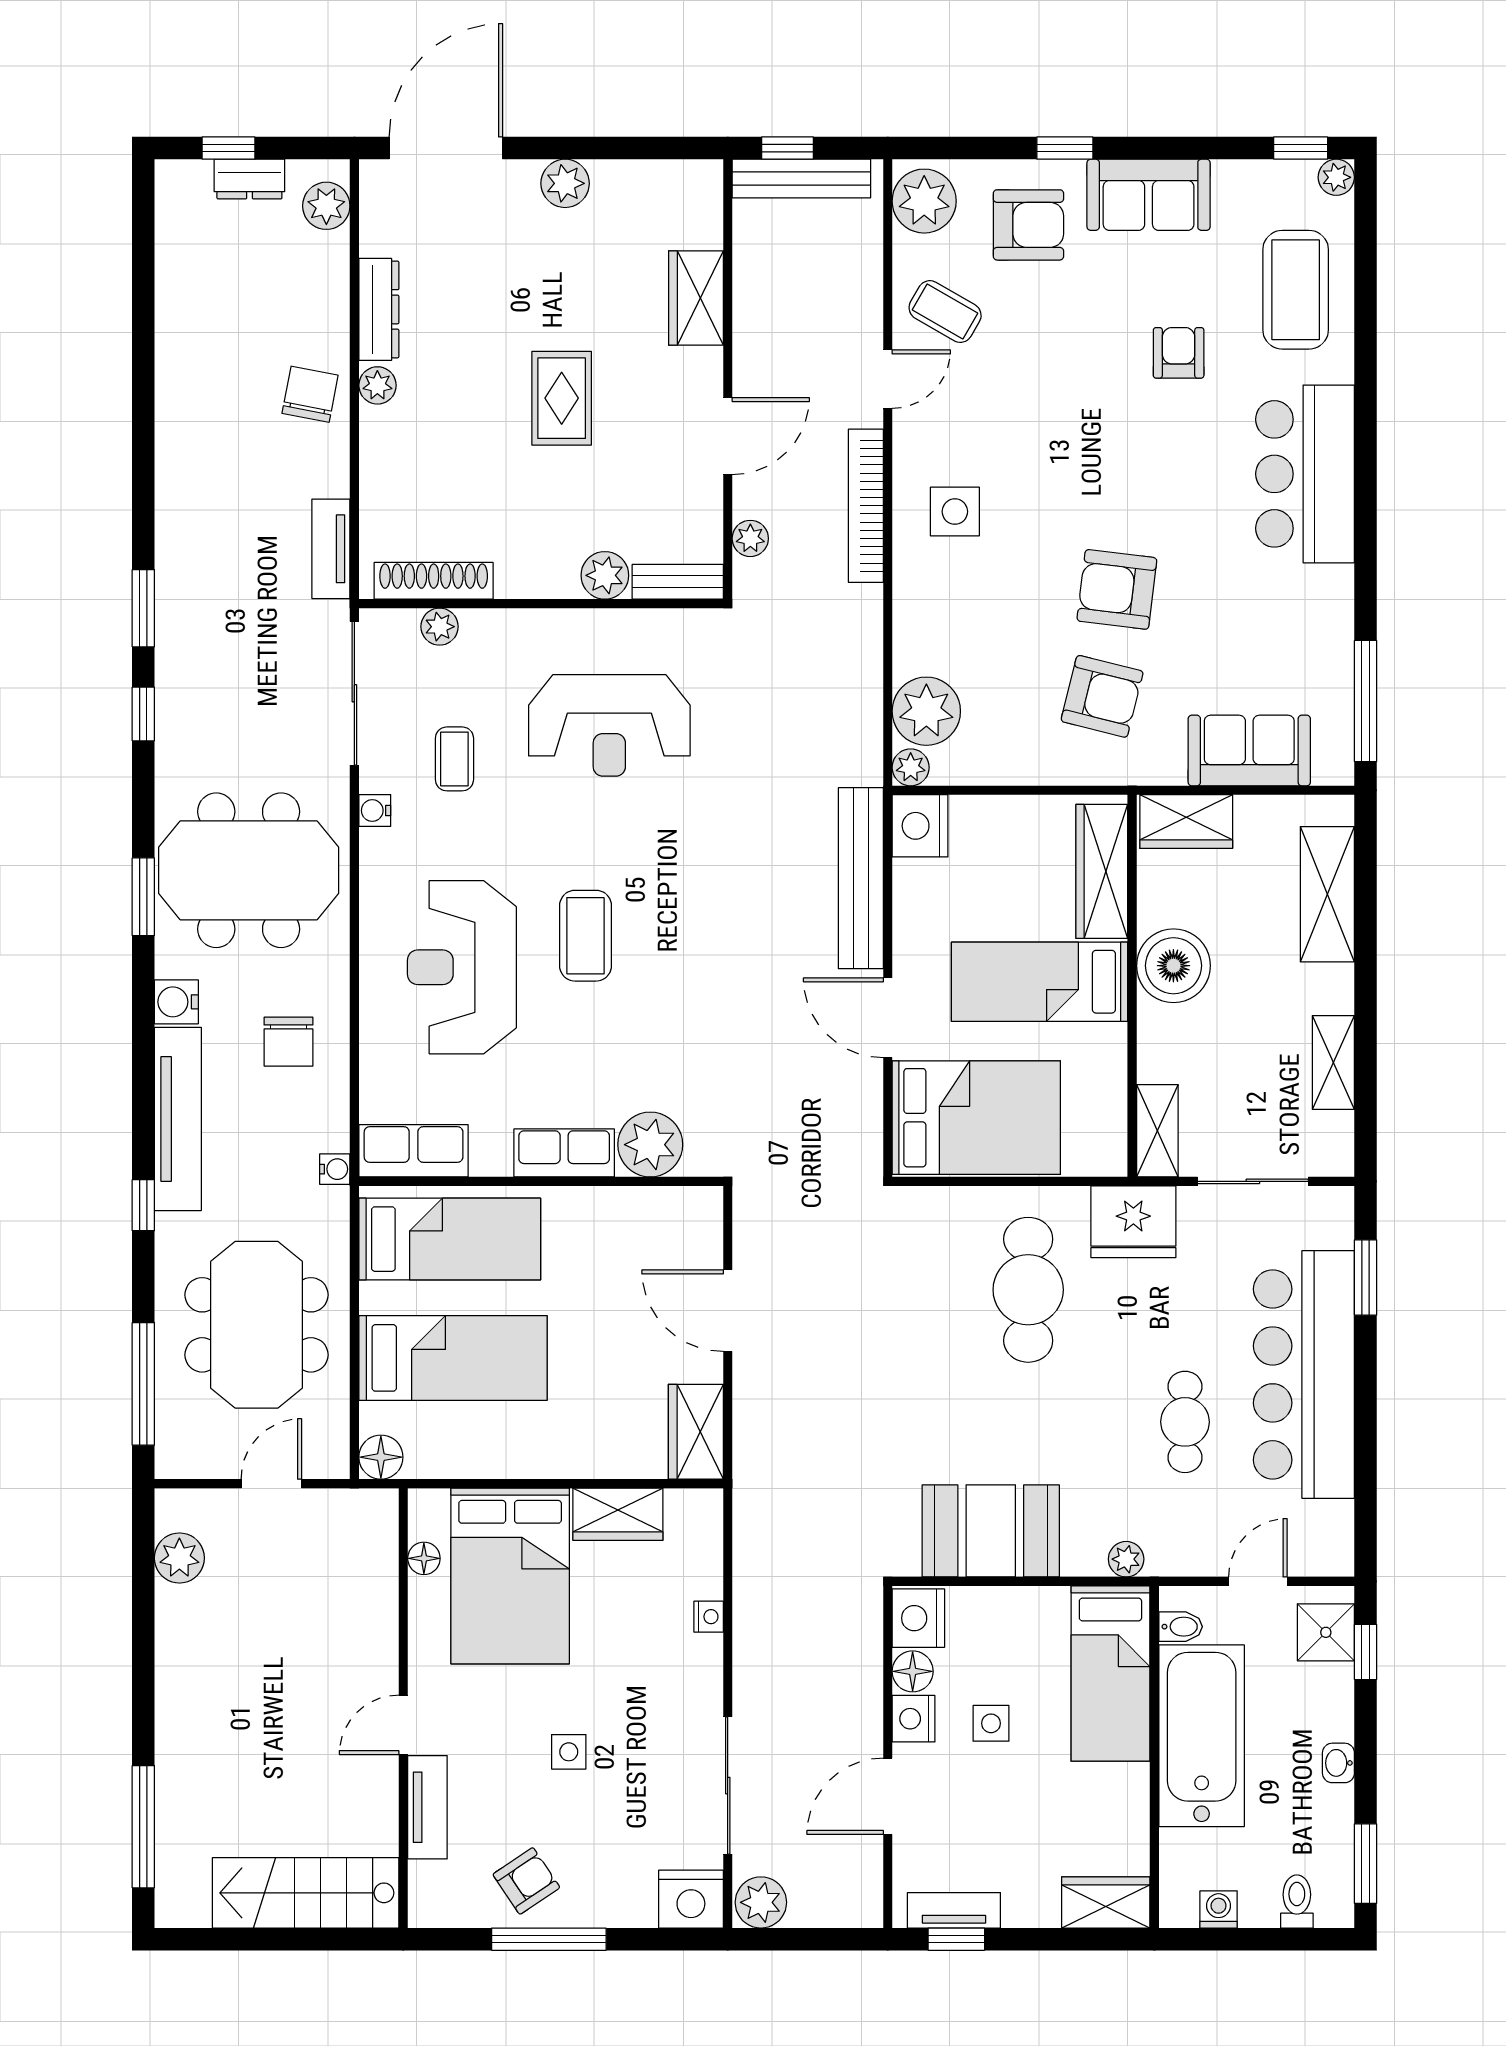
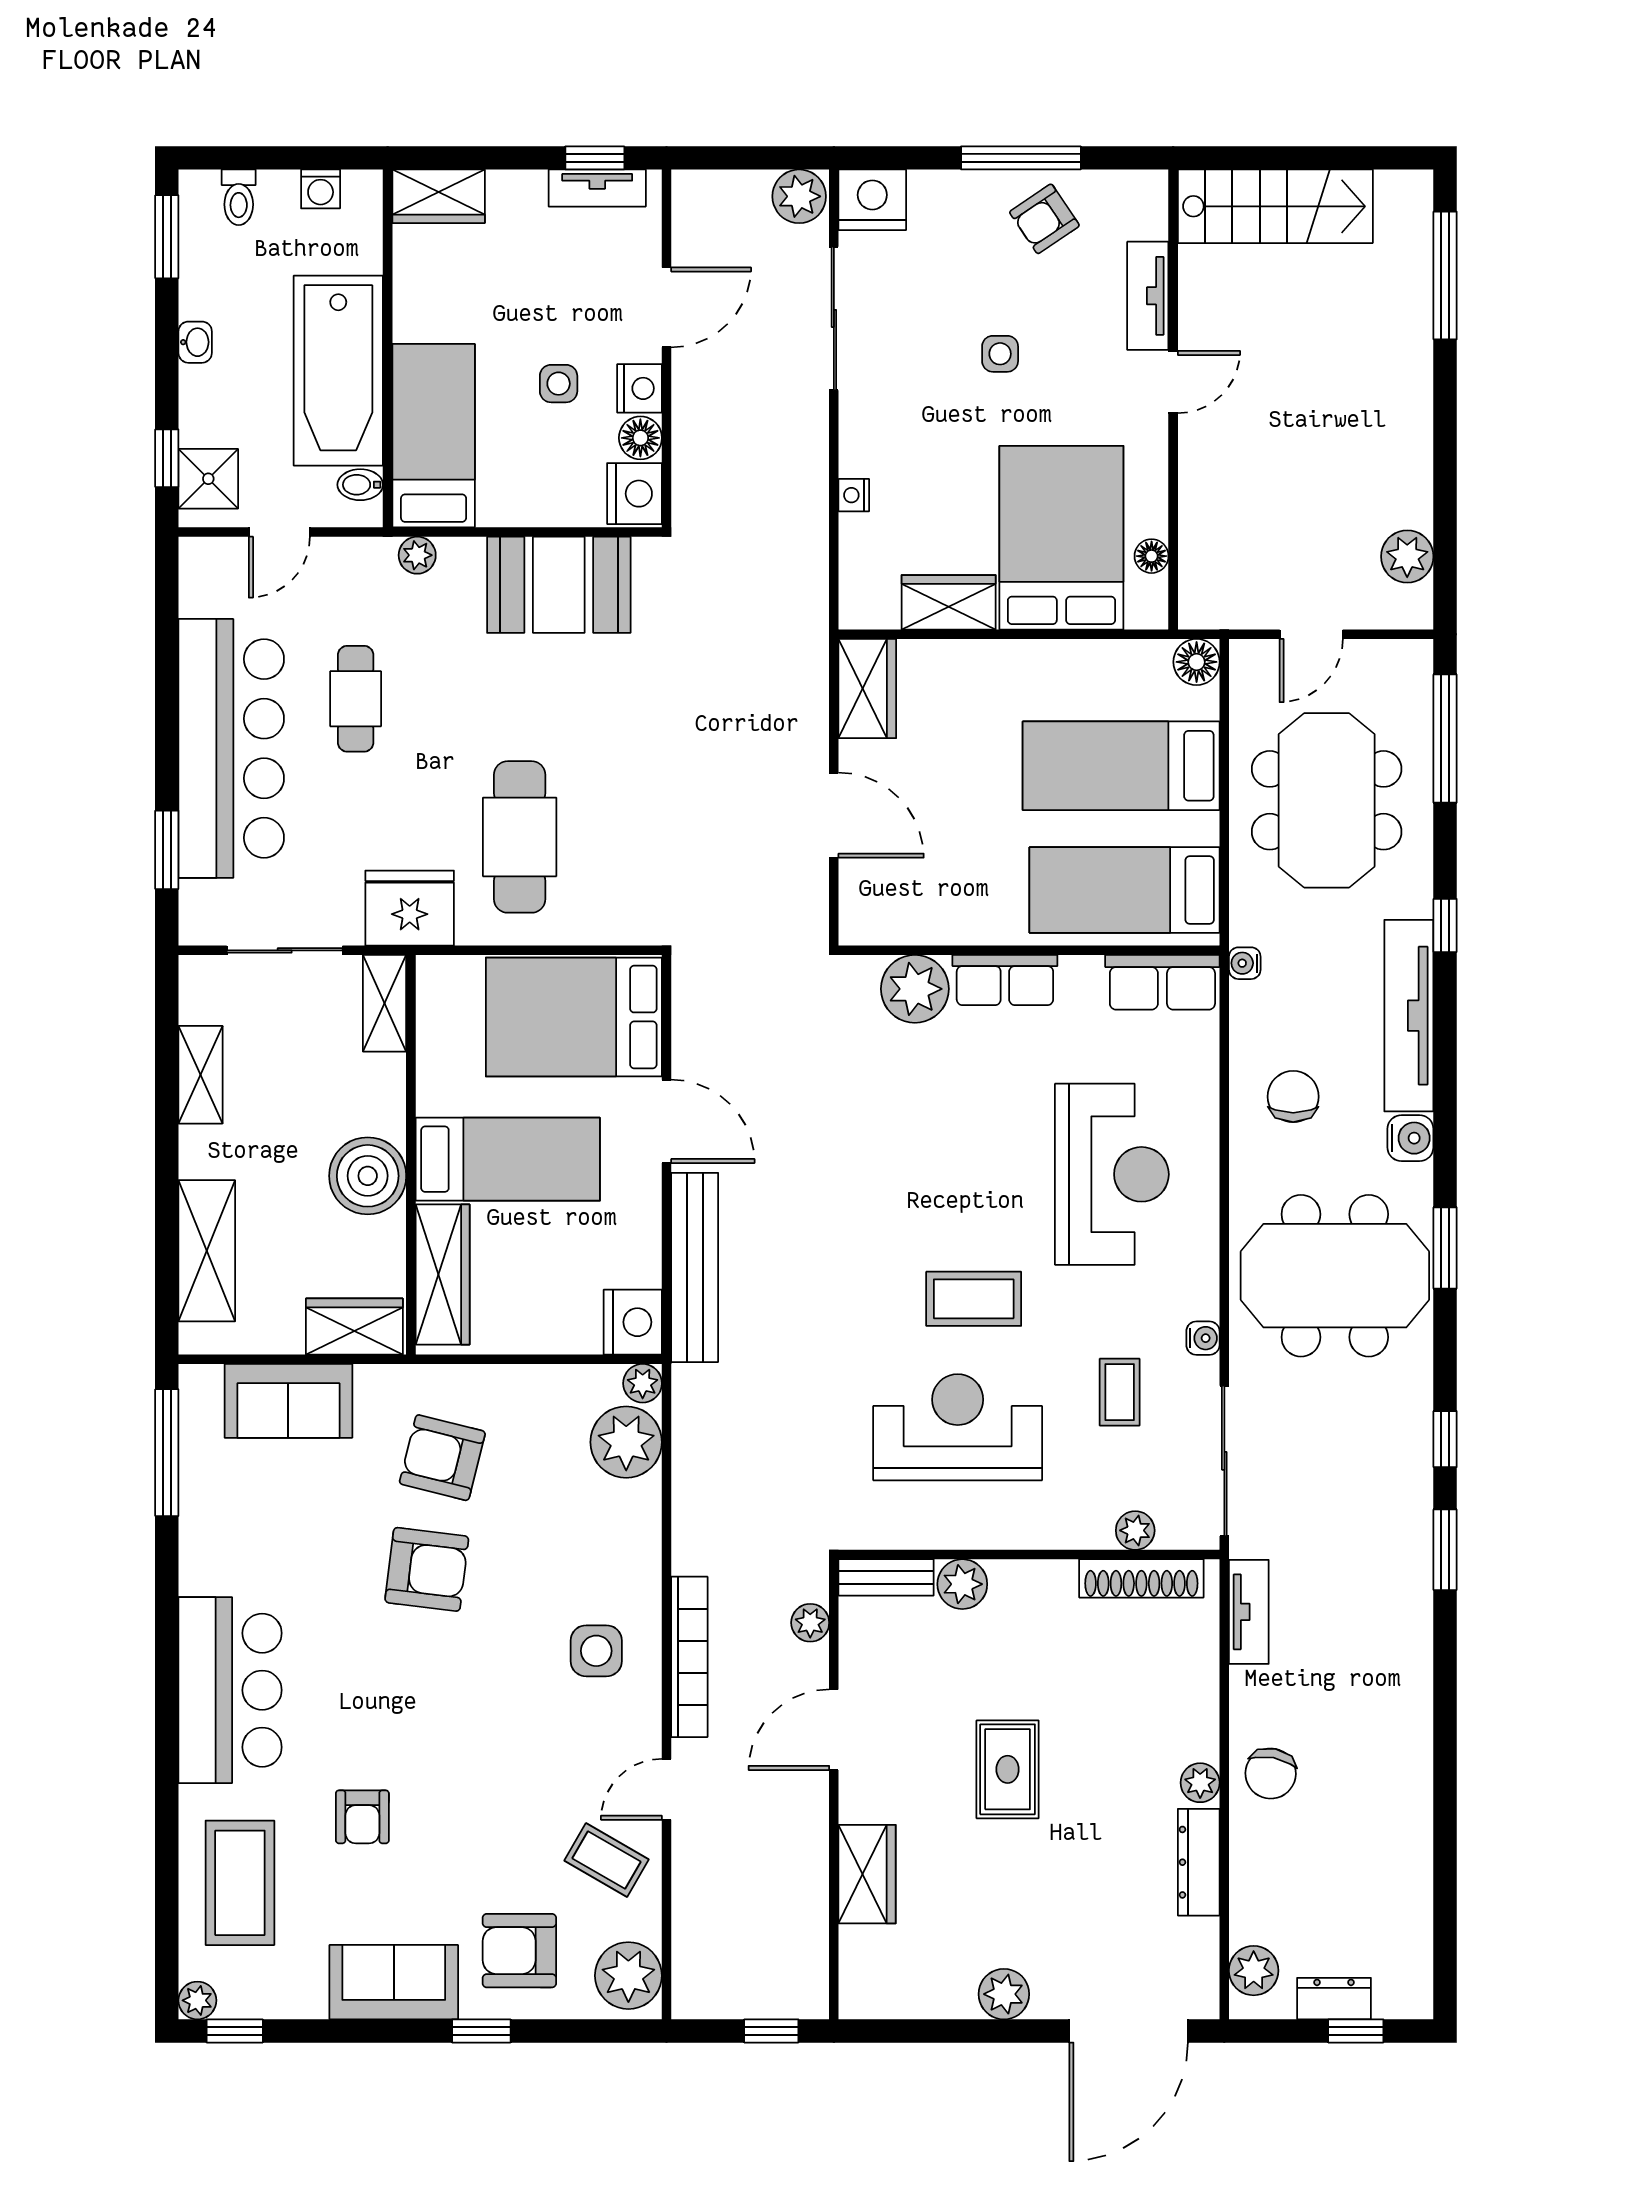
bench: (801, 179) -> (757, 1999), removed
coffee table: (586, 936) -> (974, 1299), moved, turned 90

